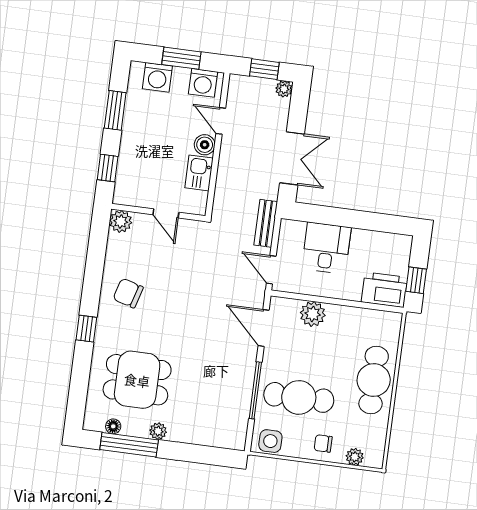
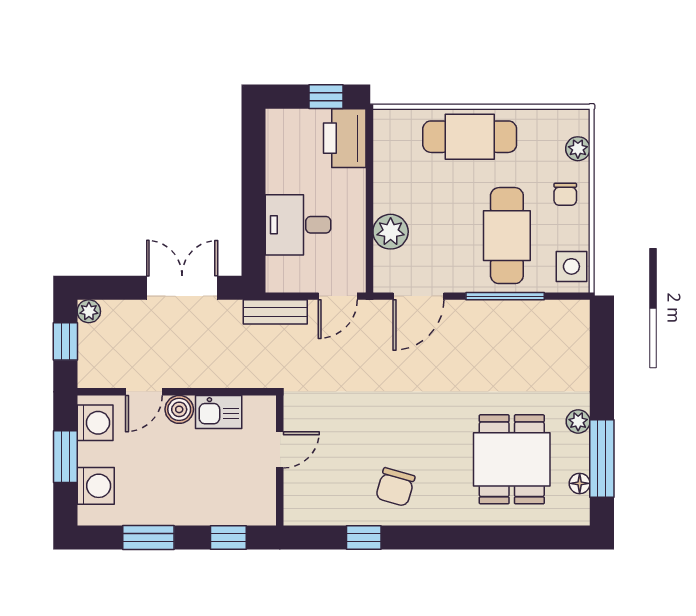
plant: (121, 221) -> (299, 510), removed
window: (86, 329) -> (364, 538), moved

